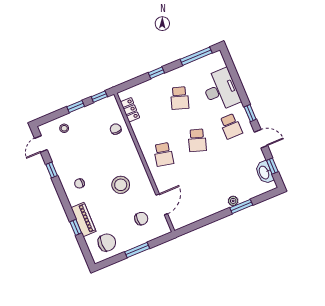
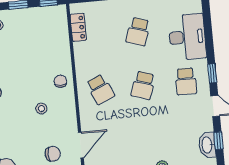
chair: (116, 129) -> (60, 81), moved
school desk: (164, 154) -> (100, 89), turned -36
stool: (121, 185) -> (41, 109), width x0.53, depth x0.53

